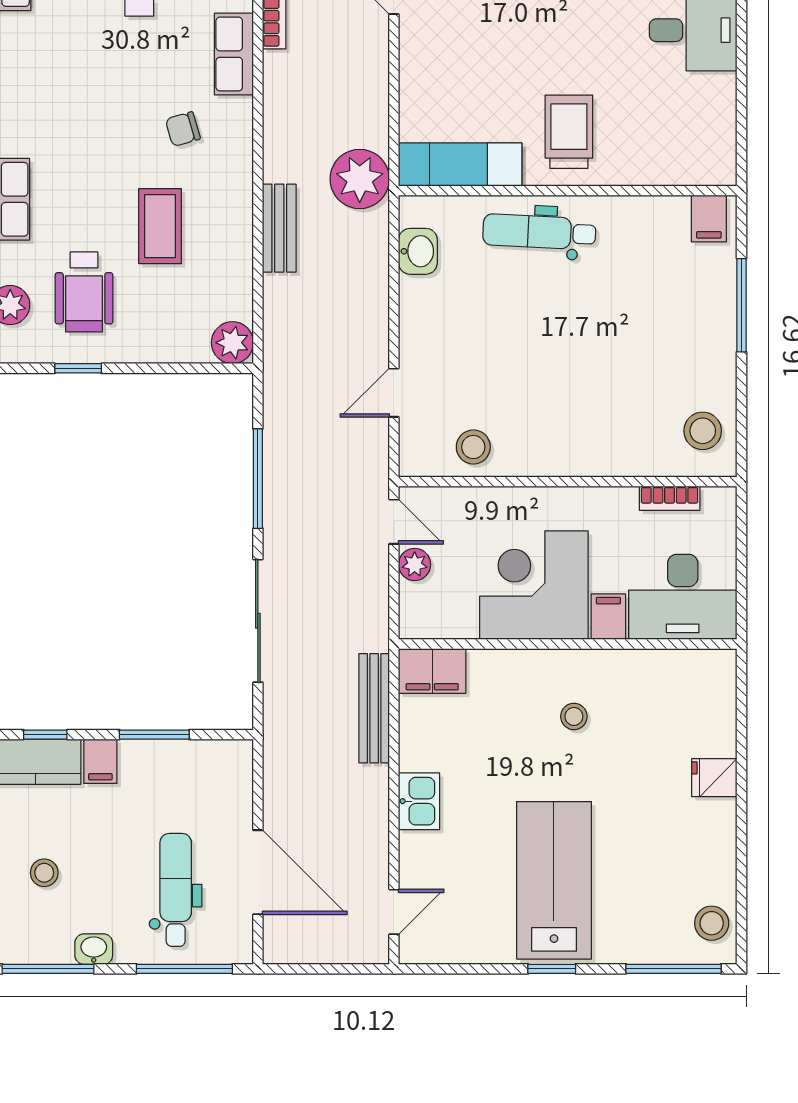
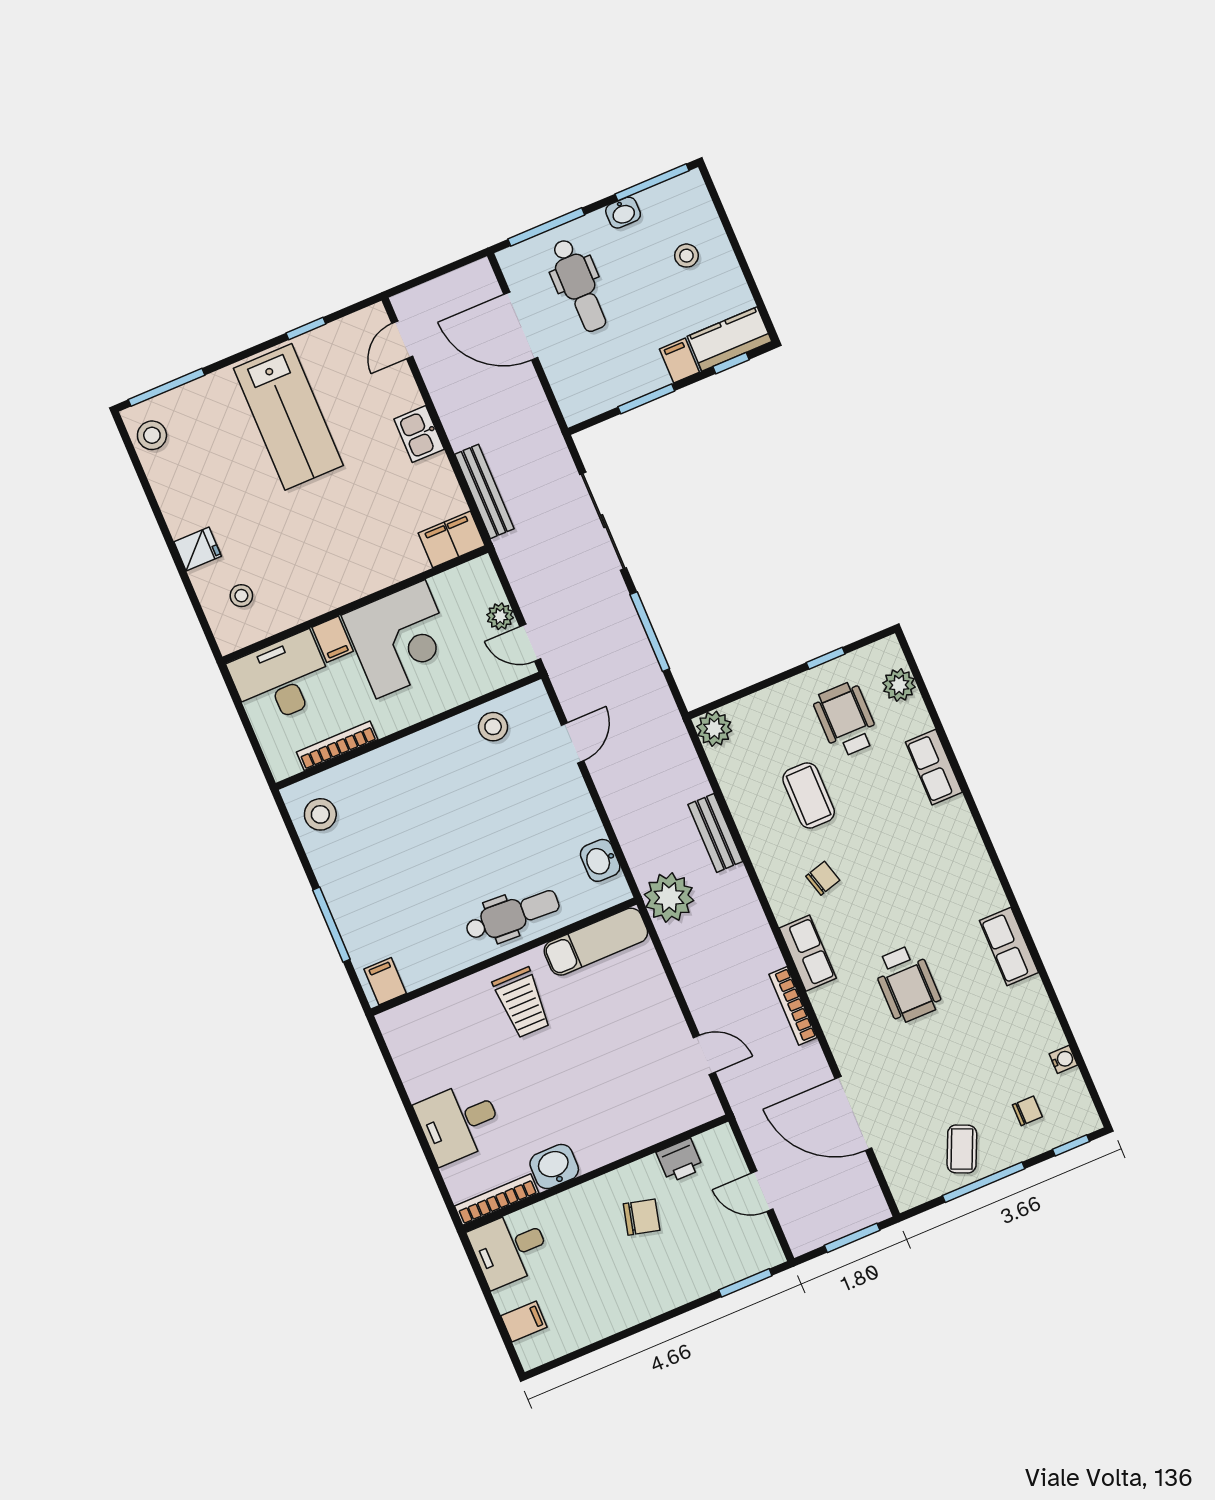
bookcase: (670, 498) -> (337, 746), width x1.56
stool: (574, 716) -> (241, 596), moved
window: (552, 969) -> (306, 328), moved

